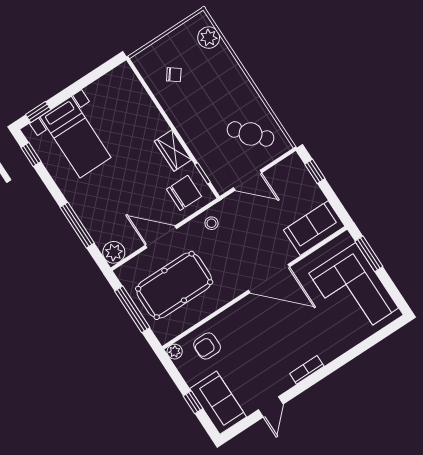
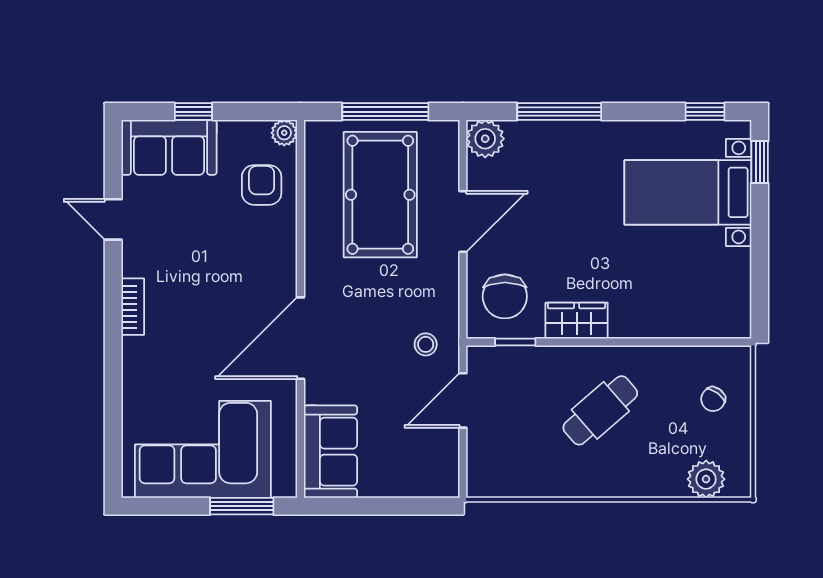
chair: (174, 75) -> (713, 399), moved
cafe table: (251, 134) -> (600, 410), moved
window: (315, 171) -> (412, 506), removed
stool: (211, 223) -> (426, 344), moved

